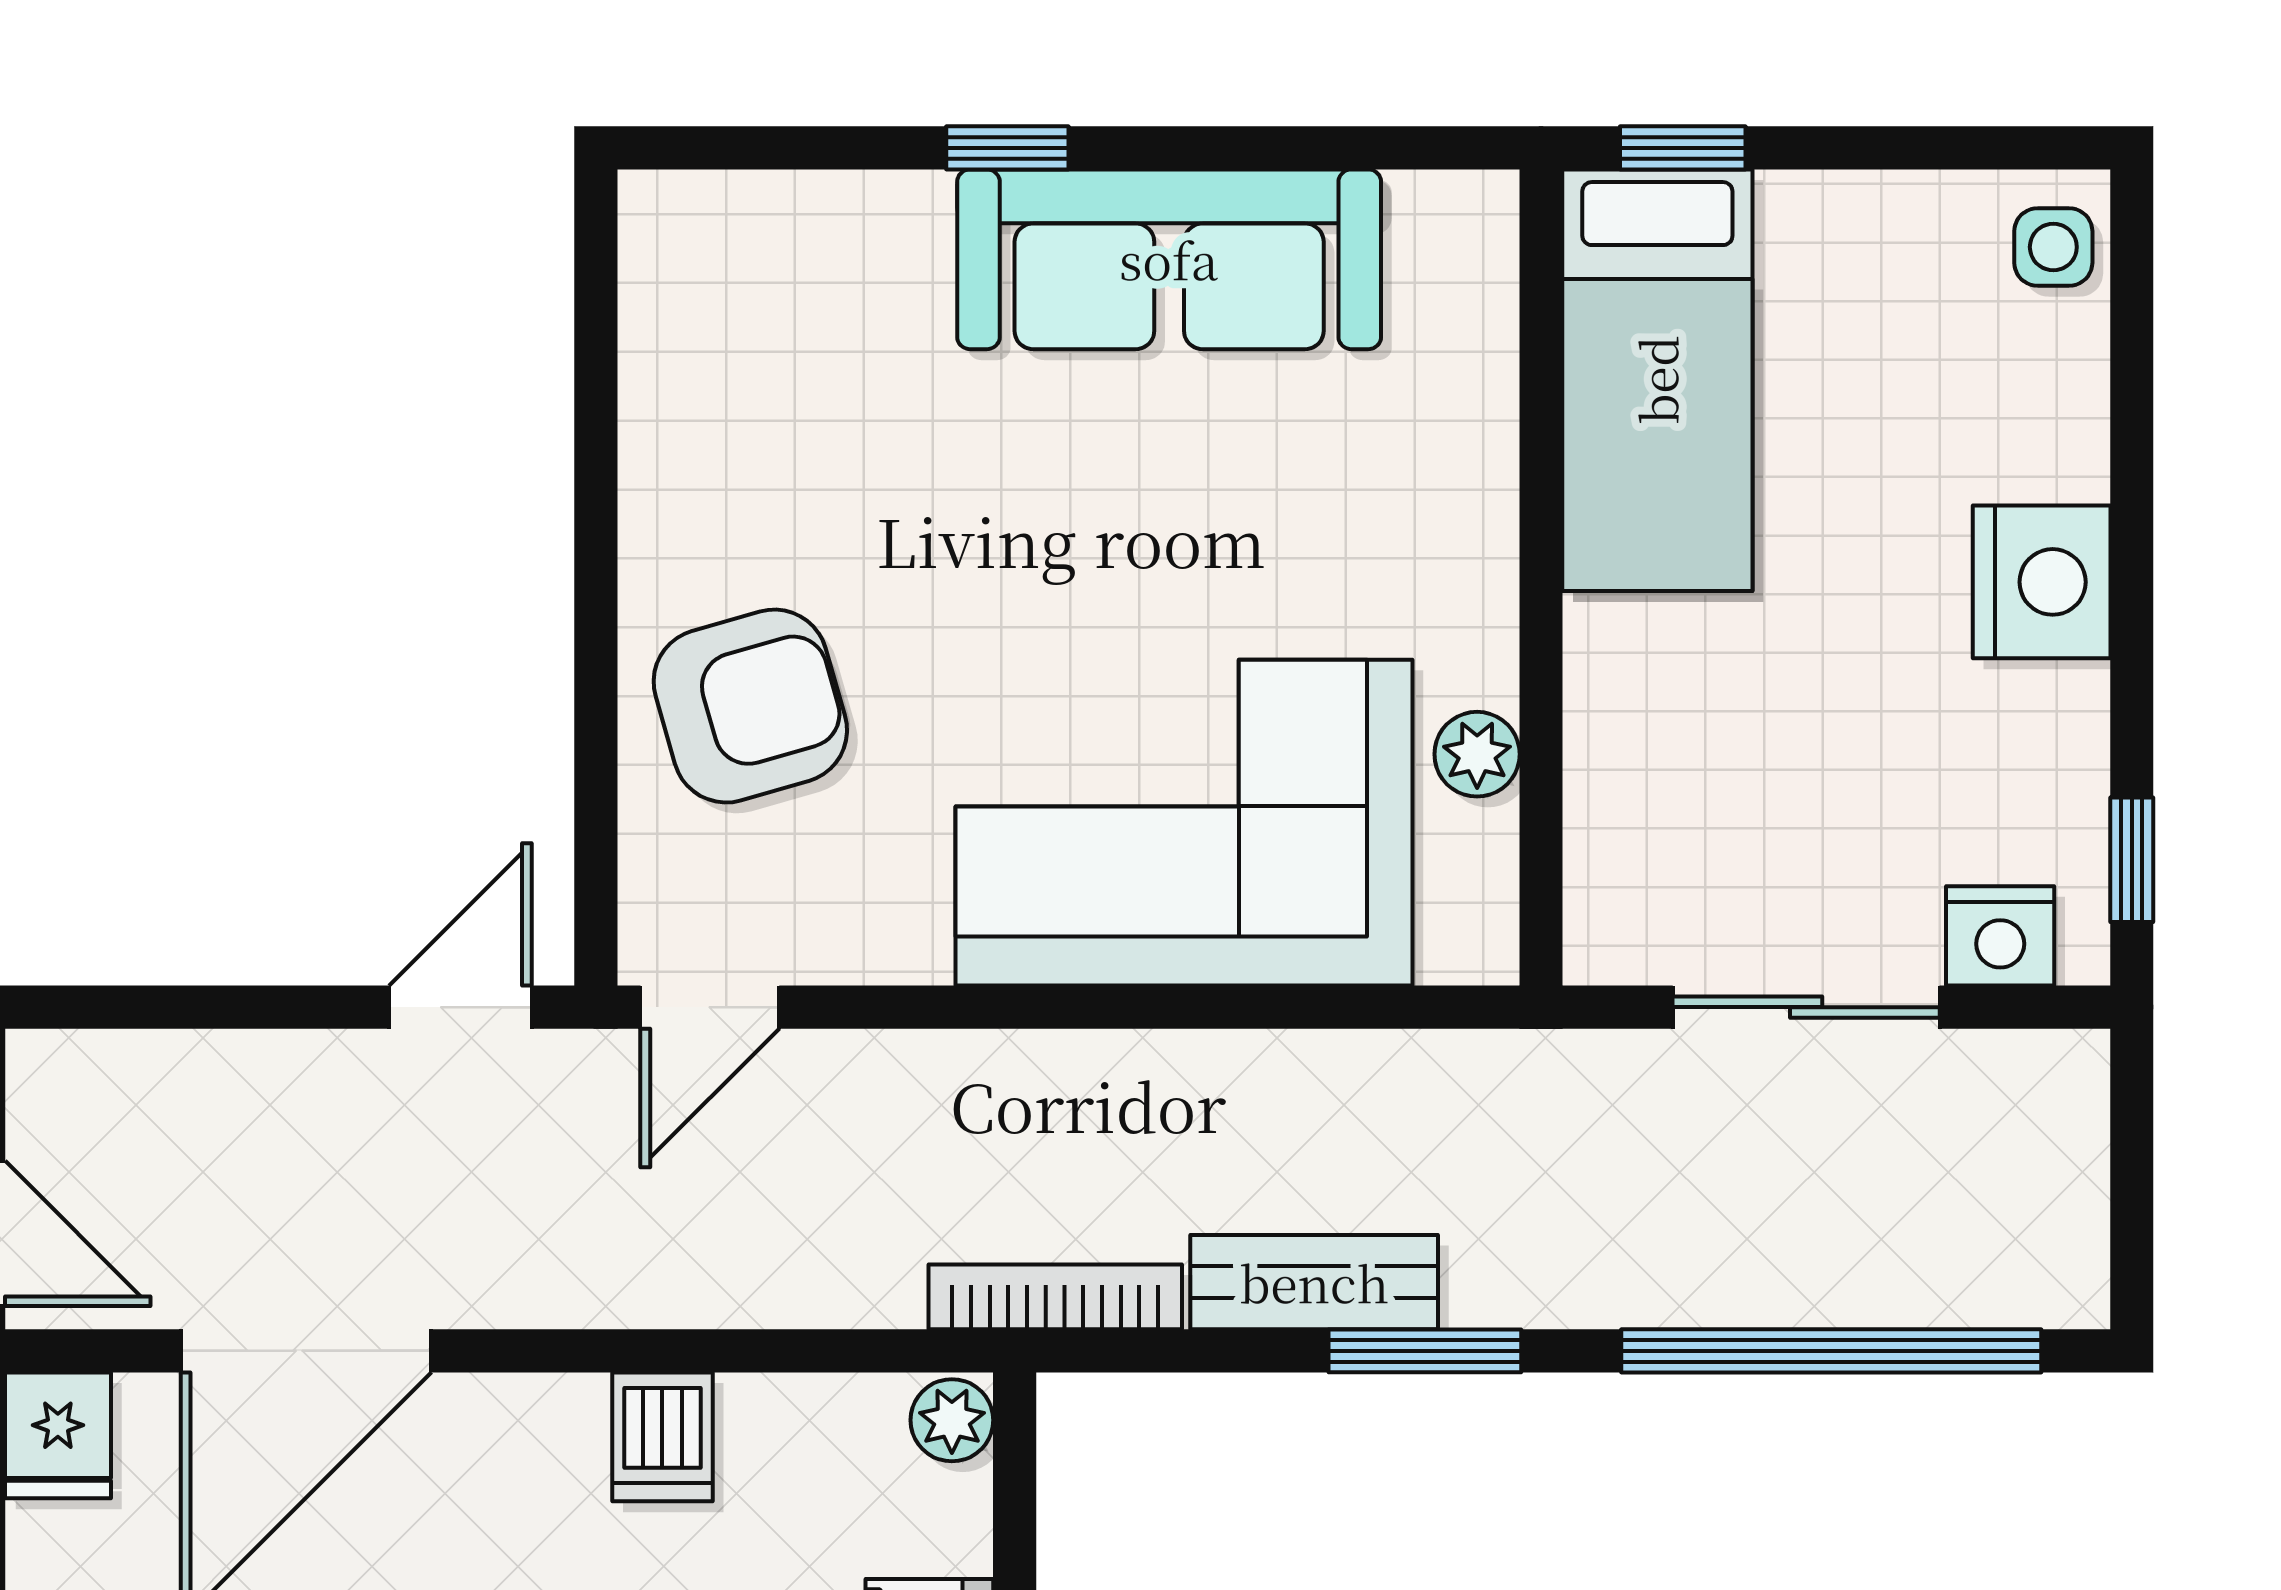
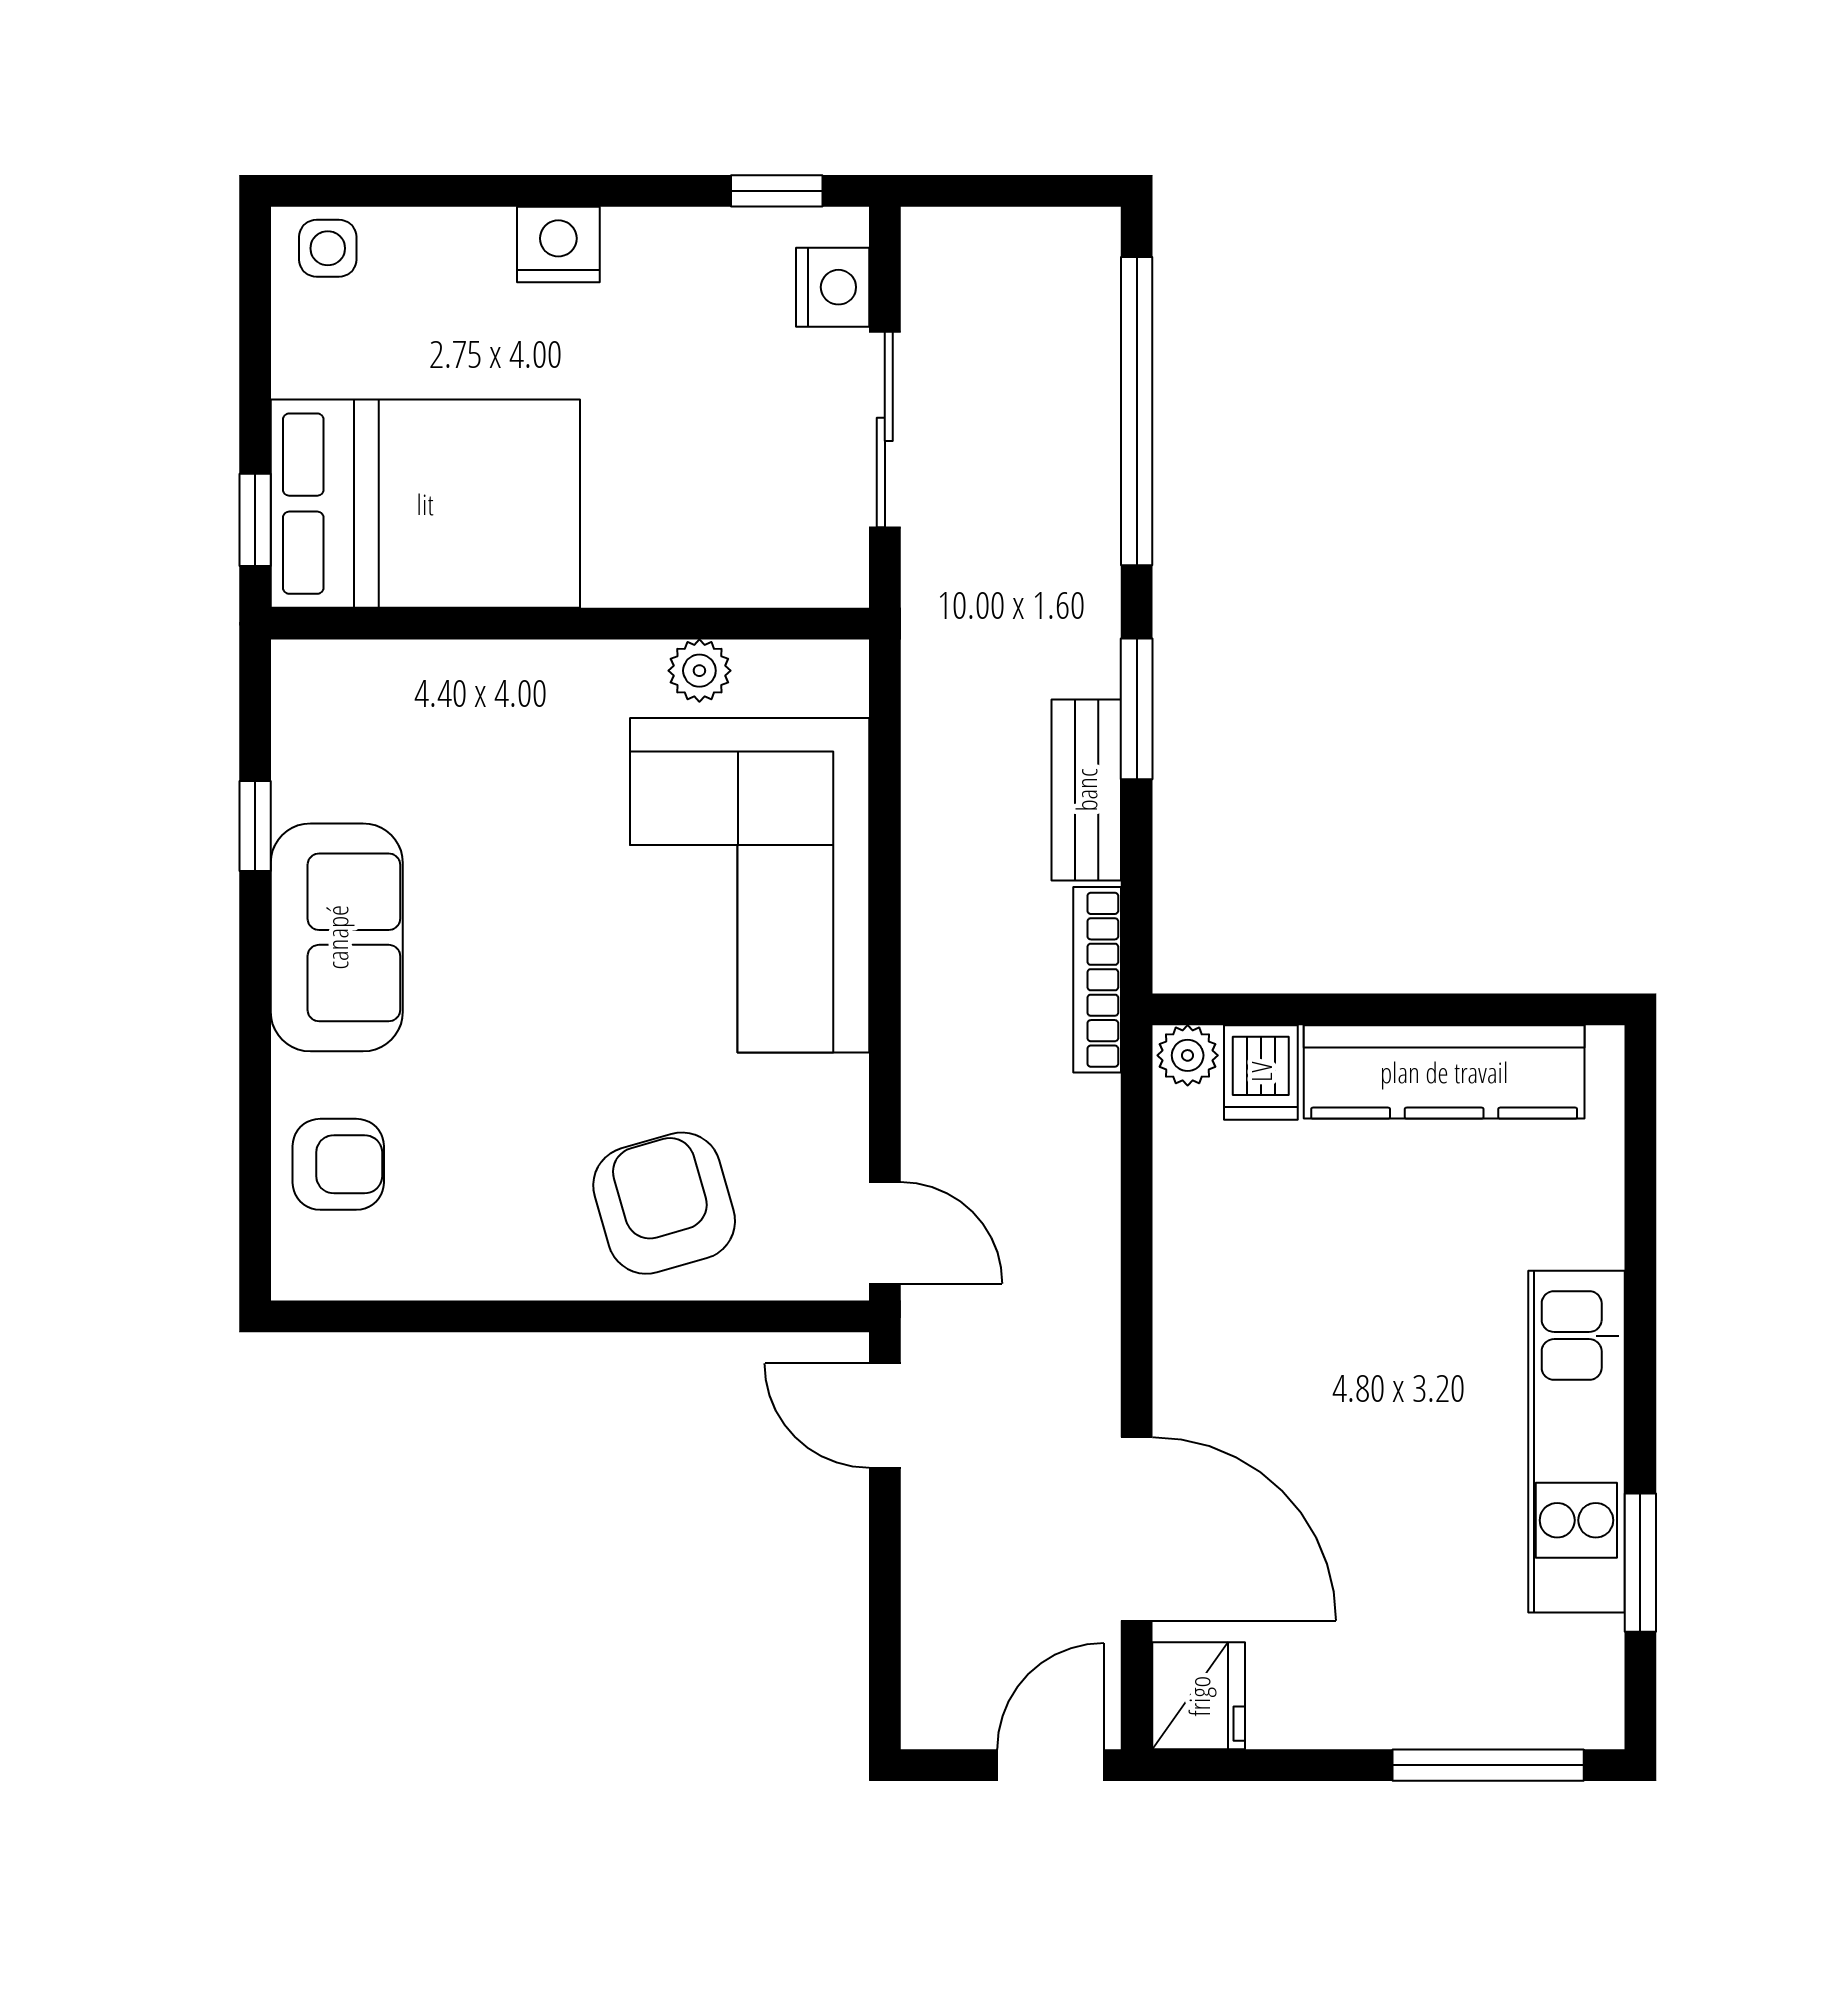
window: (1007, 148) -> (255, 826), moved
sofa: (1169, 259) -> (337, 937), width x0.73
armchair: (803, 261) -> (338, 1164), added
bed: (1657, 380) -> (425, 504), width x1.50
nightstand: (2042, 582) -> (558, 244), width x0.74, depth x0.75
fridge: (58, 1435) -> (1199, 1696), width x1.38
dishwasher: (662, 1437) -> (1261, 1072), moved, turned 90

